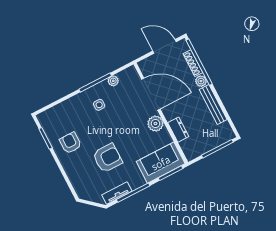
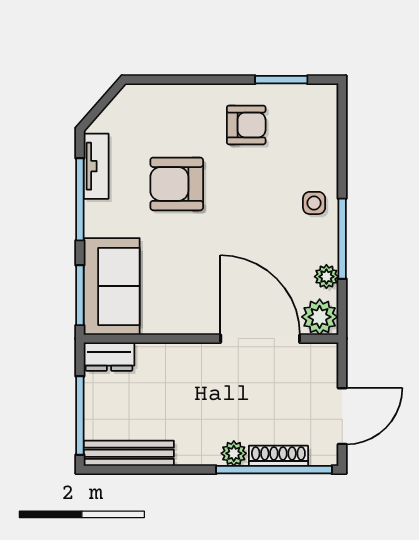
door: (151, 94) -> (260, 339), swing flipped
side table: (99, 105) -> (314, 203), moved
bench: (213, 105) -> (129, 453), moved
plant: (155, 124) -> (320, 317), moved
dresser: (178, 130) -> (109, 357), moved
armchair: (107, 158) -> (177, 184), turned 90

